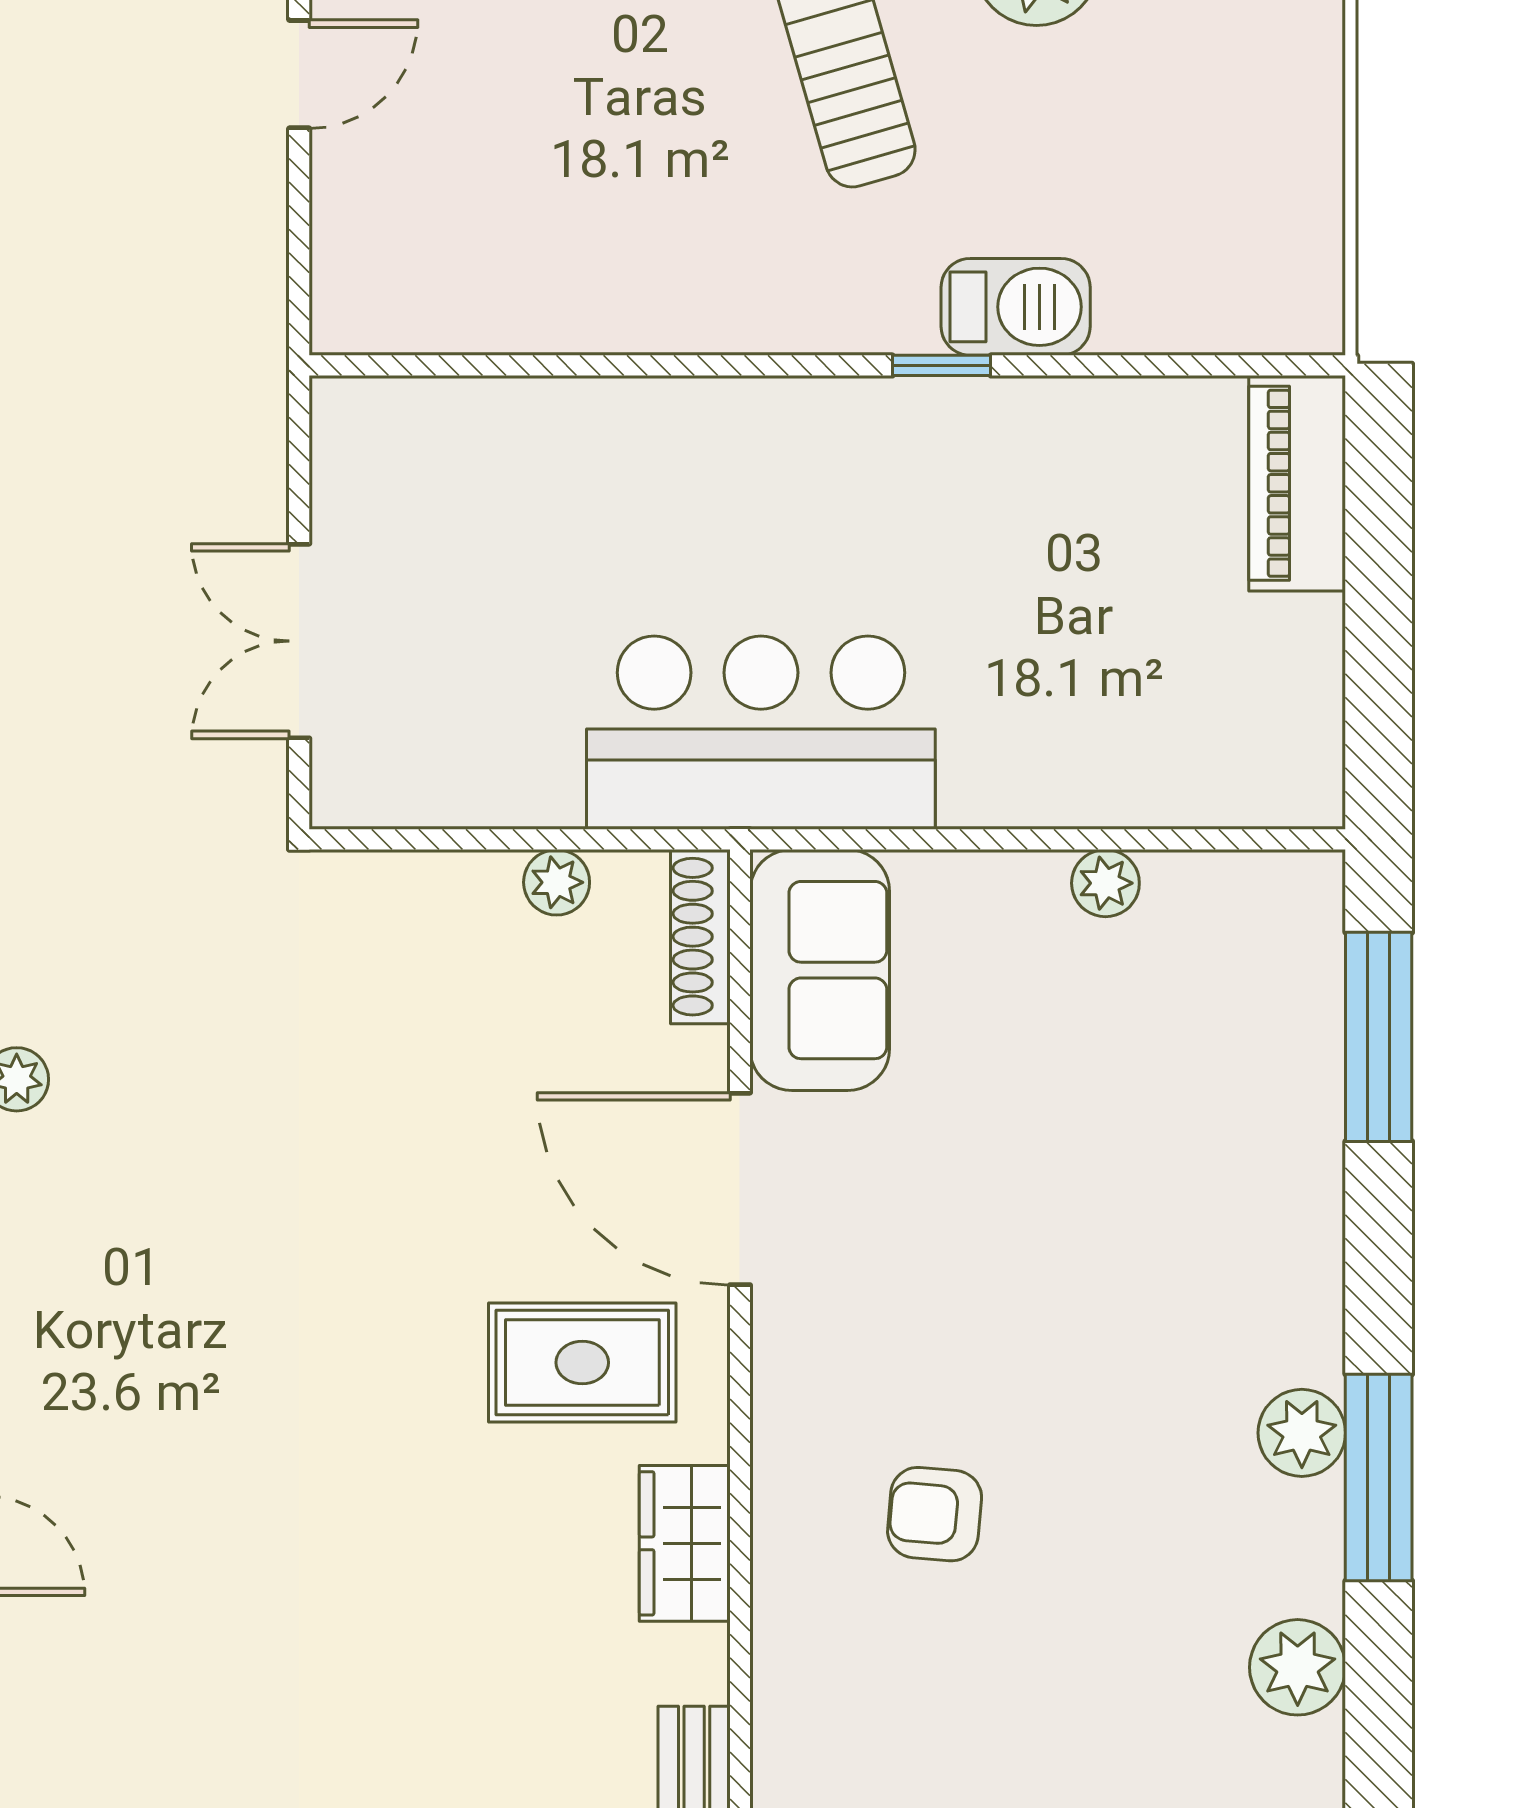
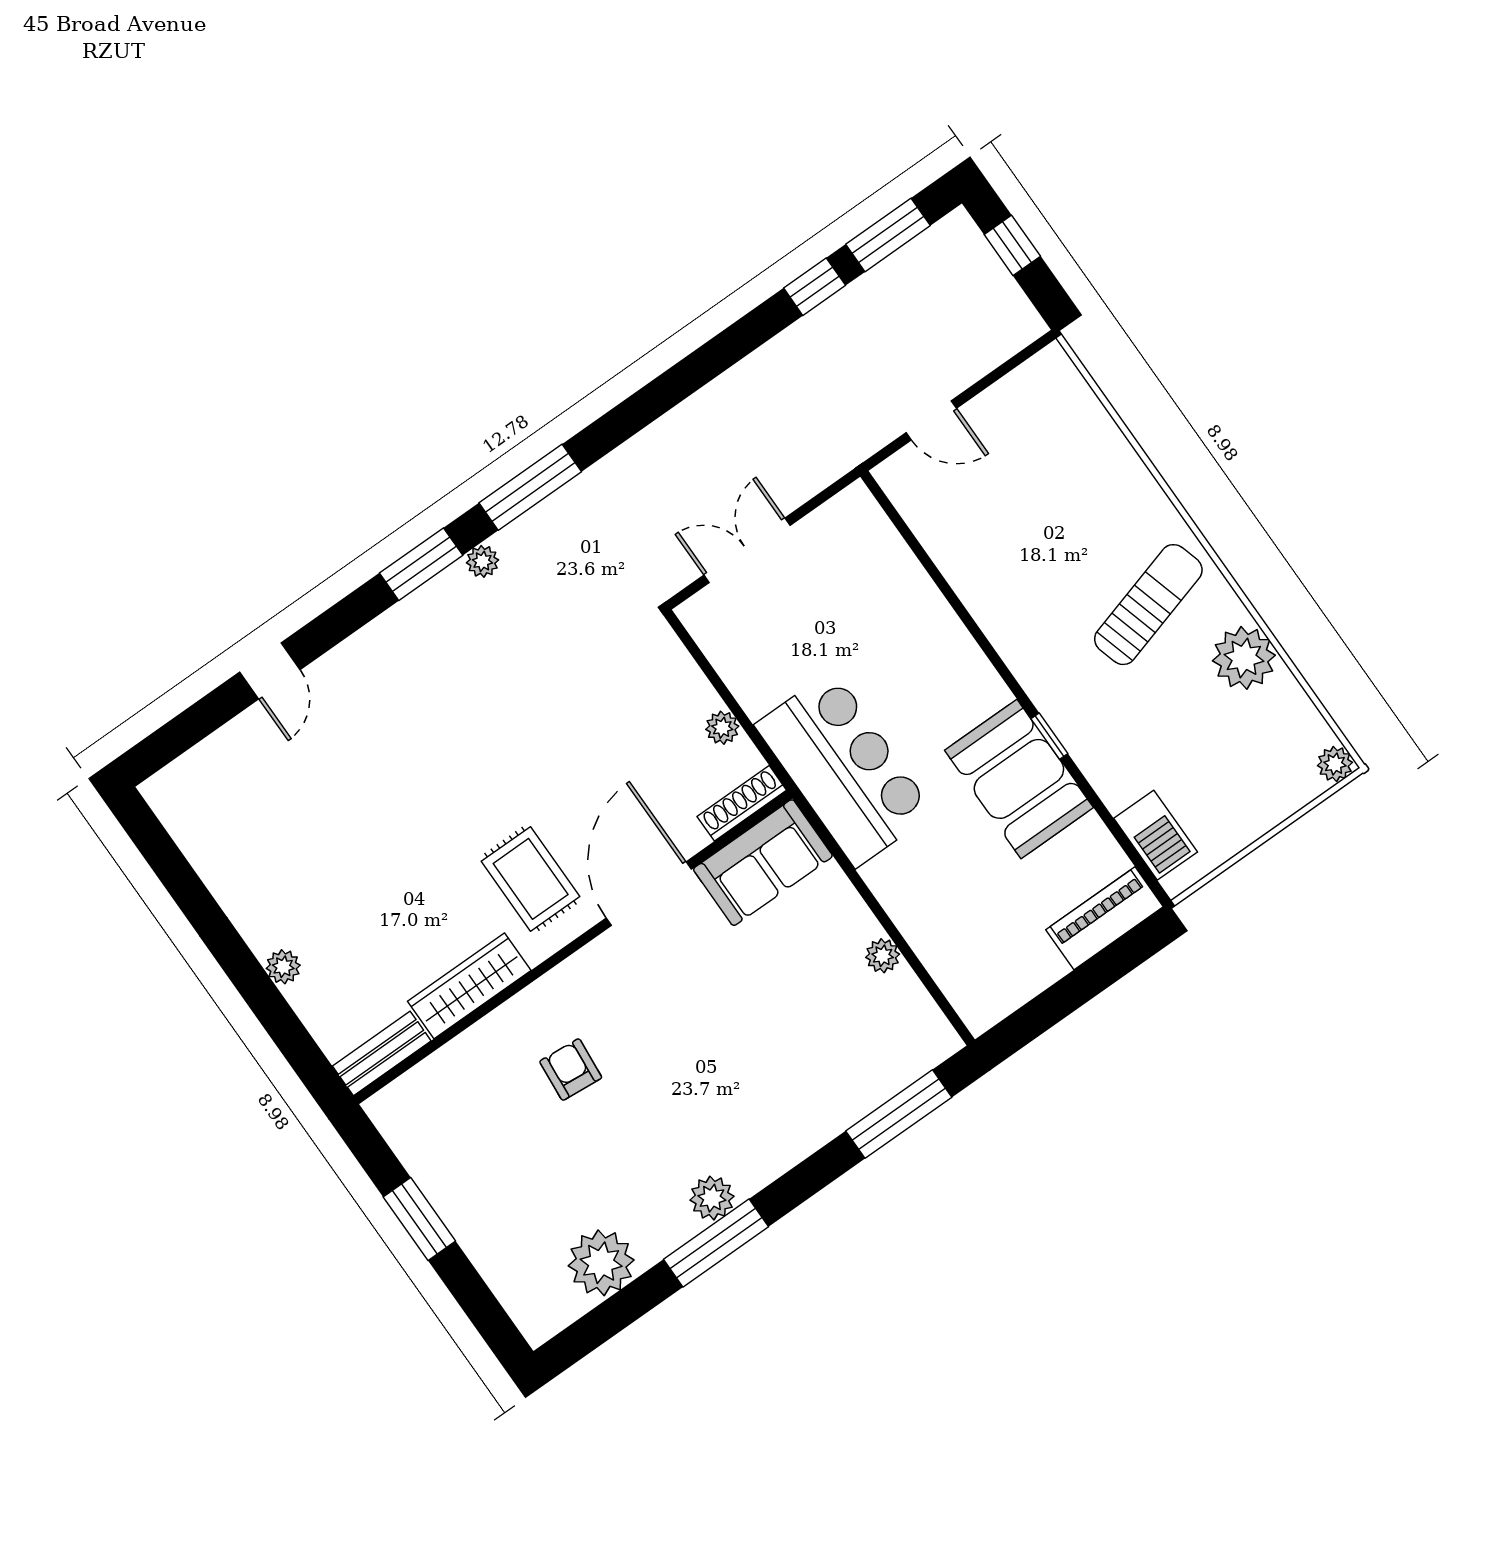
door: (299, 74) -> (931, 420), moved
barbecue: (1016, 307) -> (1156, 835), moved
booth: (976, 463) -> (1019, 779), added
wardrobe: (685, 1543) -> (469, 986), width x1.50
plant: (1298, 1667) -> (601, 1263), width x1.36, depth x1.36

